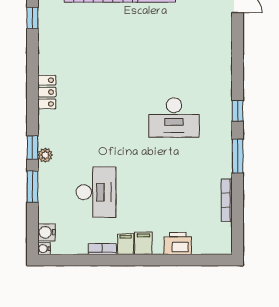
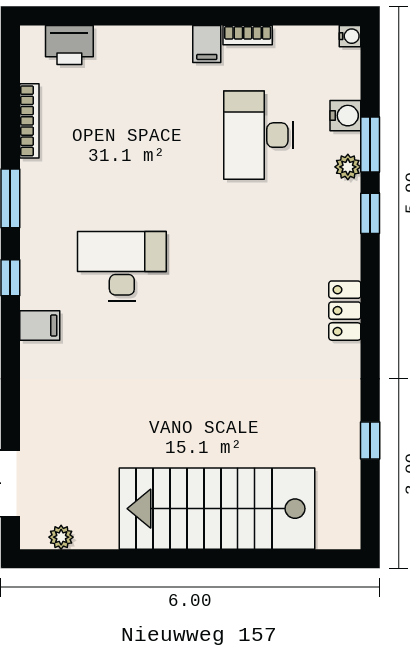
plant: (45, 155) -> (348, 167), moved
water cooler: (47, 232) -> (345, 116), moved
filing cabinet: (143, 243) -> (40, 326), moved, turned -90
printer: (178, 243) -> (69, 45), moved

